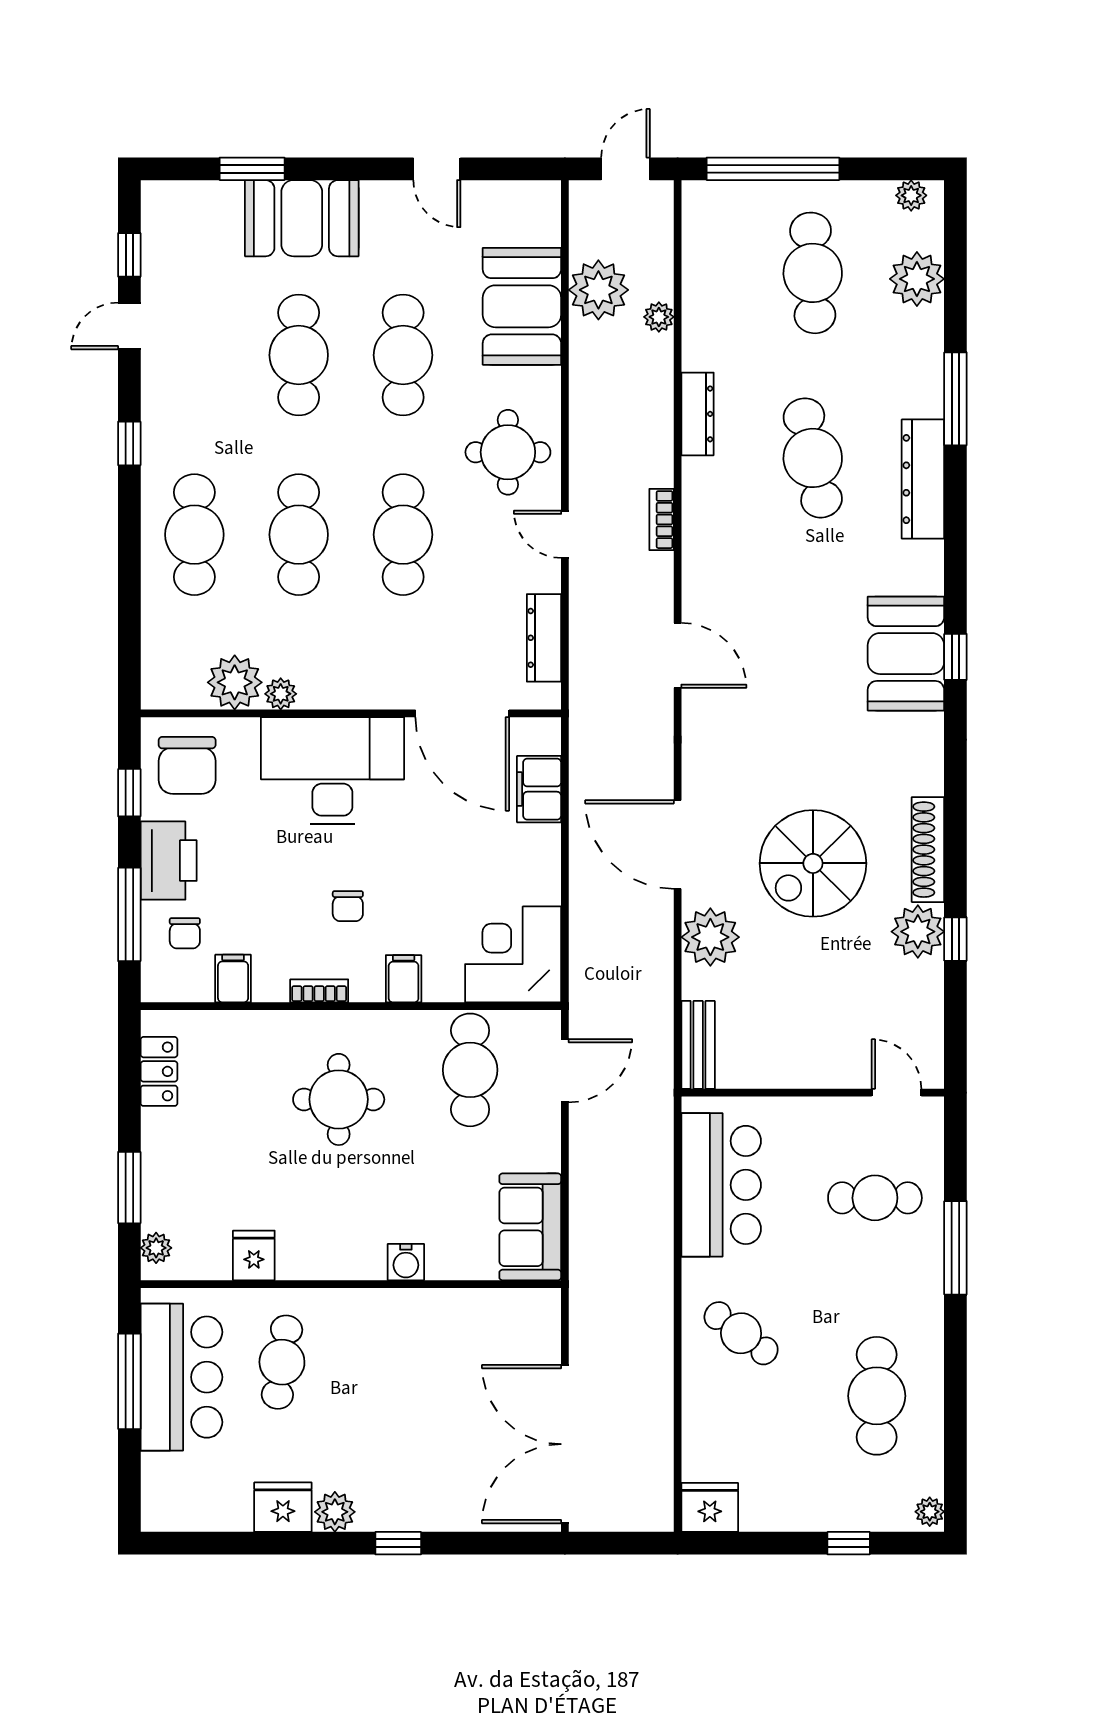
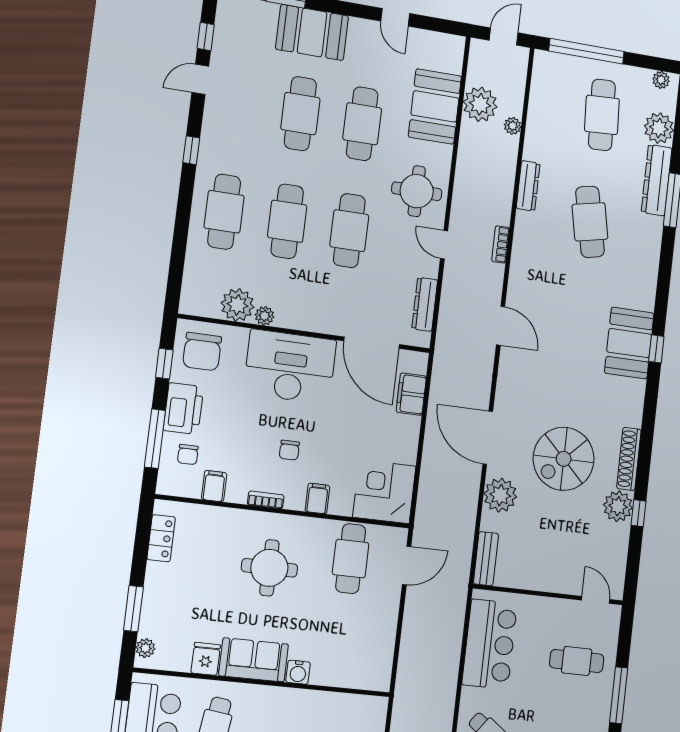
dresser: (923, 479) -> (657, 180), moved
sofa: (530, 1227) -> (254, 660), moved, turned 90

